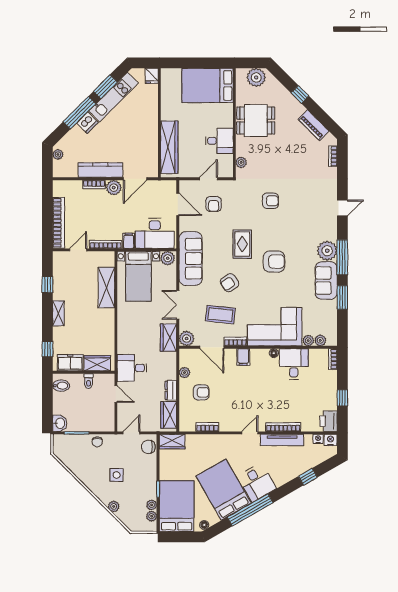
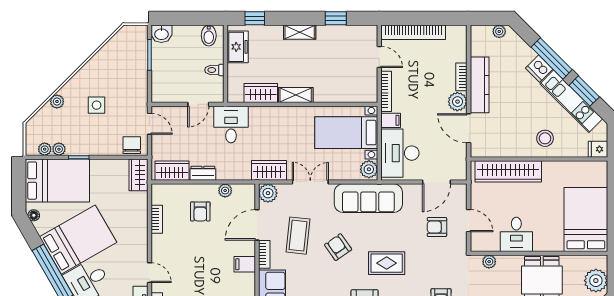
stool: (143, 118) -> (545, 138), added
shelving: (106, 288) -> (296, 95), moved, width x0.67, depth x0.75
wardrobe: (97, 363) -> (261, 93), moved, turned -90
chair: (97, 442) -> (138, 81), removed

